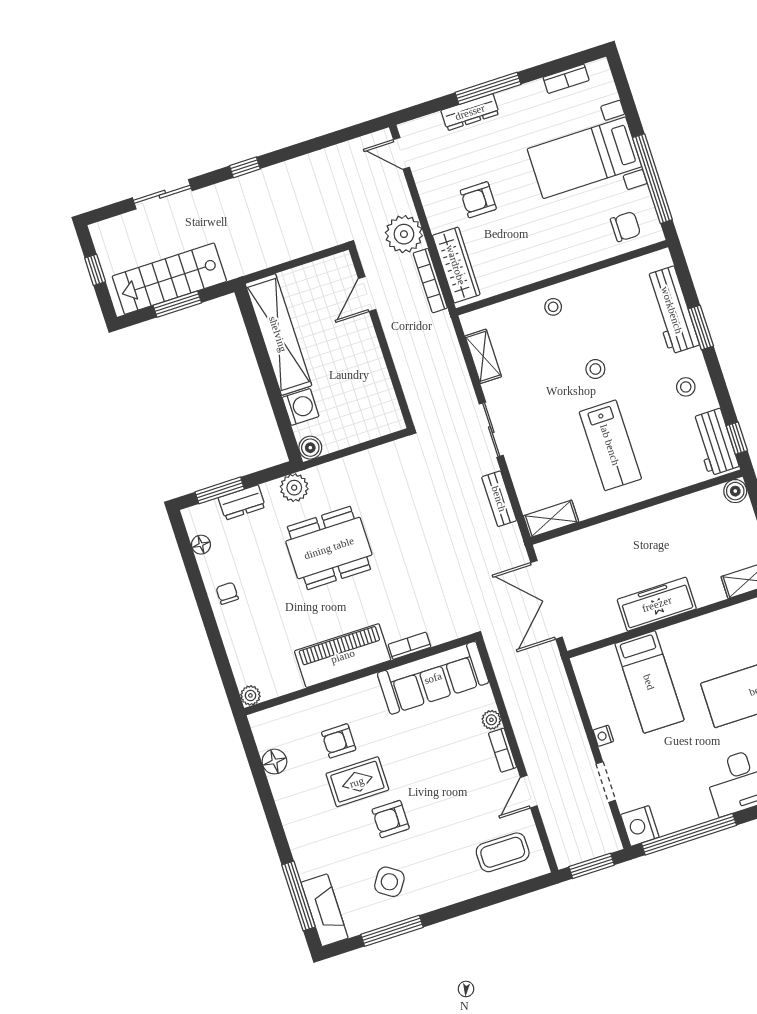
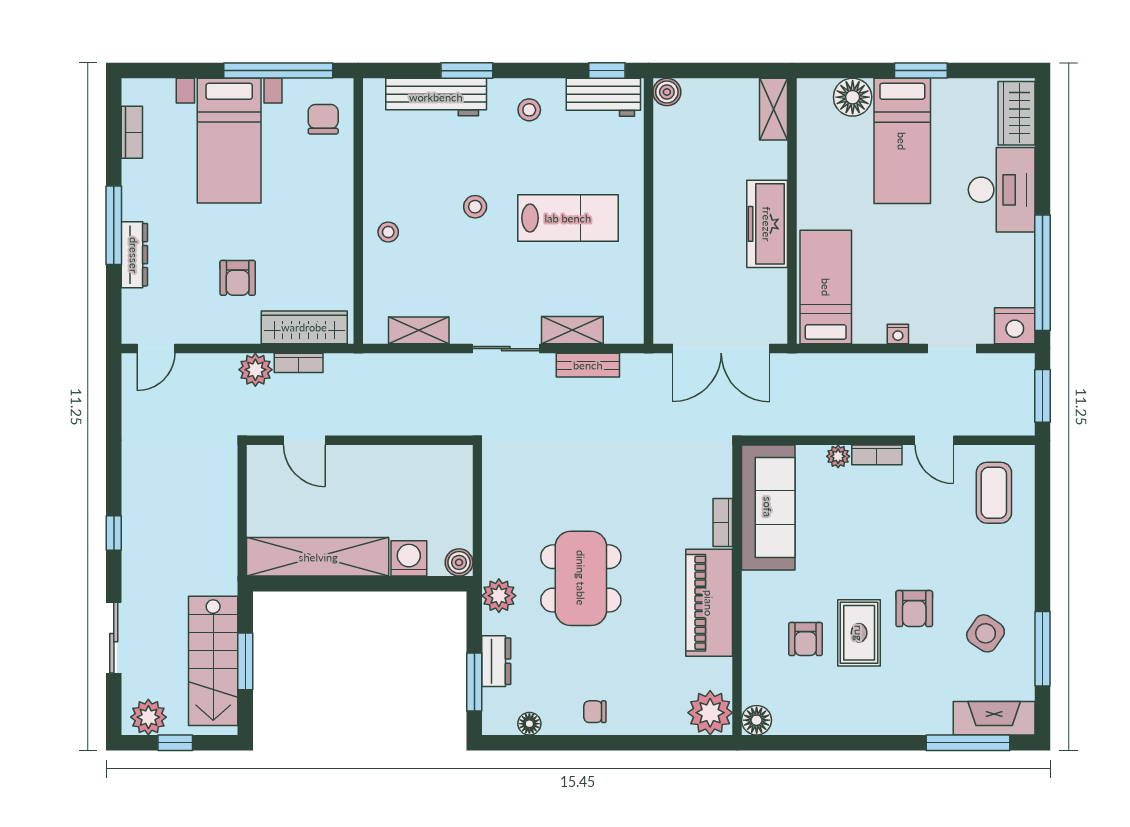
plant: (404, 234) -> (255, 370), width x0.73, depth x0.73
plant: (108, 242) -> (148, 717), added
bookcase: (430, 281) -> (299, 363), width x0.64
shelving: (551, 519) -> (572, 330), moved, turned 90
bed: (649, 682) -> (826, 287), moved, turned -90
plant: (250, 695) -> (710, 713), width x1.87, depth x1.87
floor lamp: (274, 762) -> (757, 720), moved

